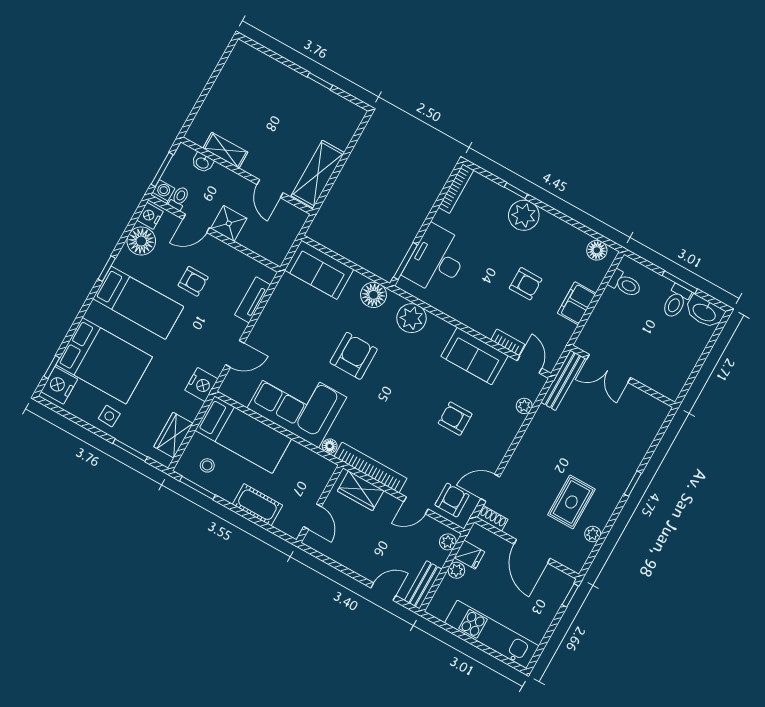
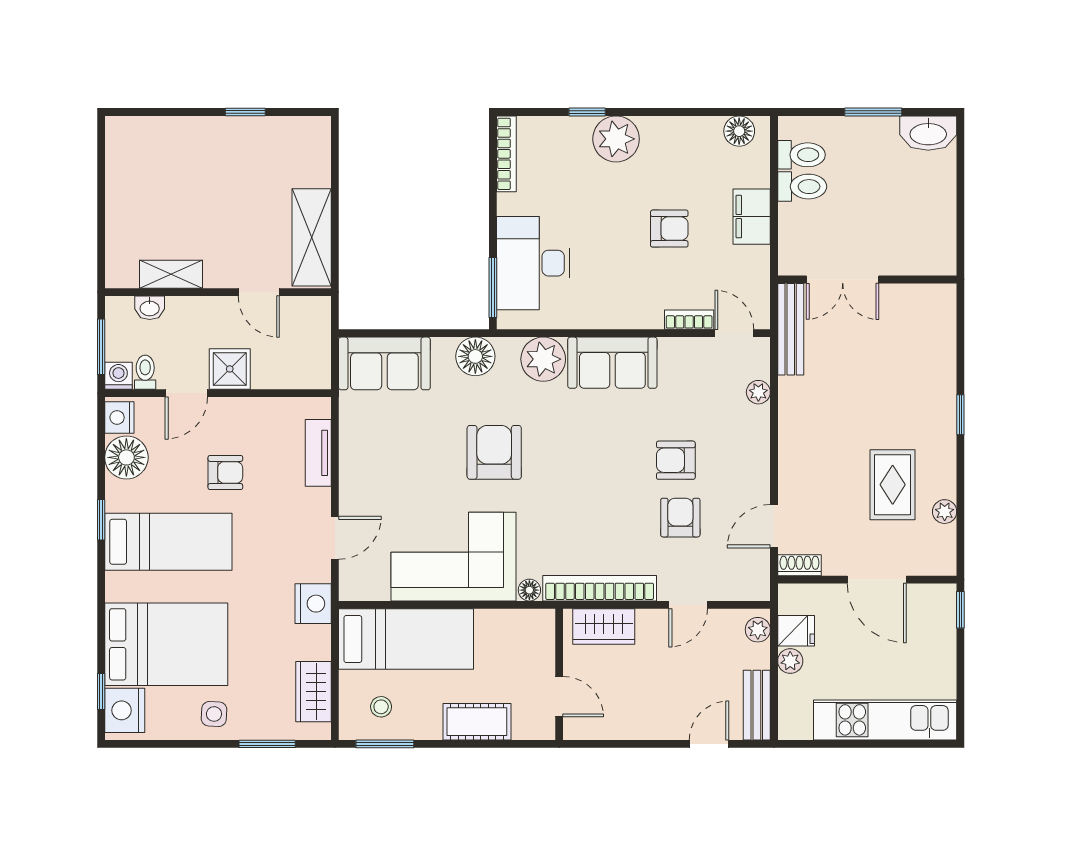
toilet: (676, 301) -> (802, 187), moved, turned -90
sofa: (475, 356) -> (612, 363), moved
armchair: (452, 500) -> (680, 518), moved

